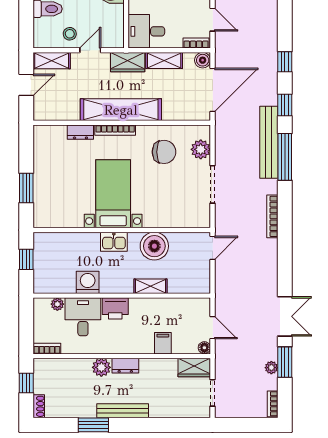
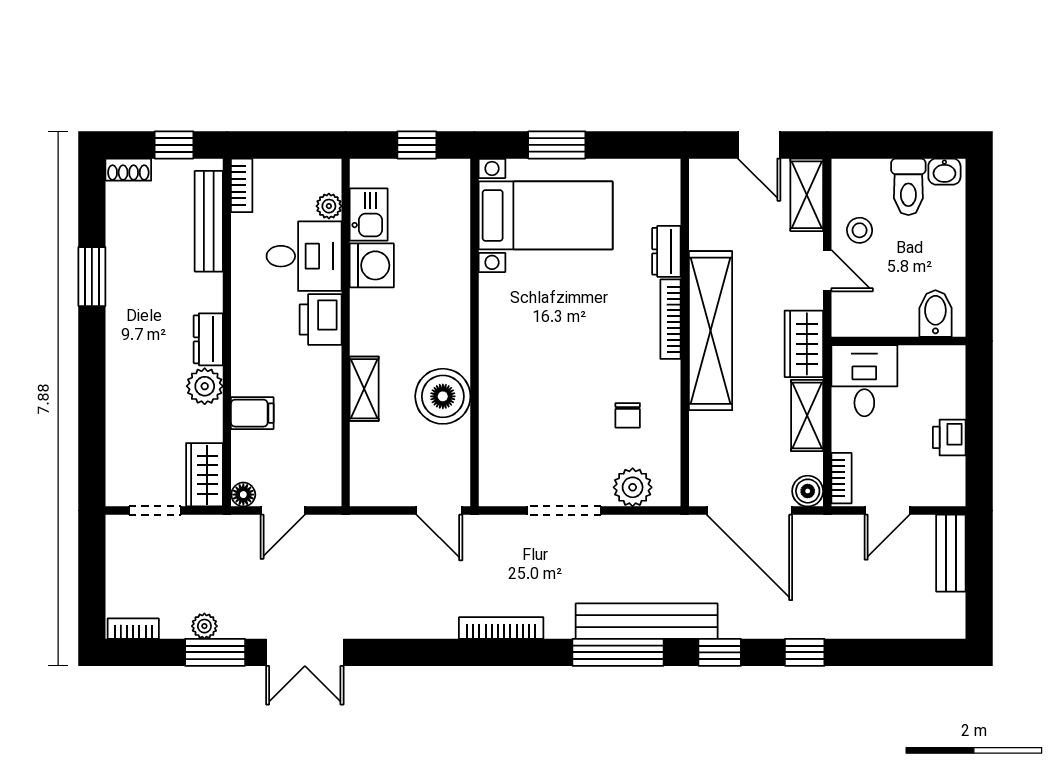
chair: (164, 152) -> (628, 415), width x0.54, depth x0.54
bed with nightstands: (113, 194) -> (546, 215), moved
kitchen sink: (114, 242) -> (369, 215), moved, turned 180
plant: (101, 367) -> (205, 386), moved
bench: (123, 411) -> (209, 221), moved

